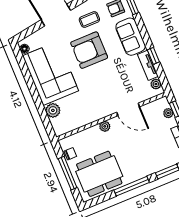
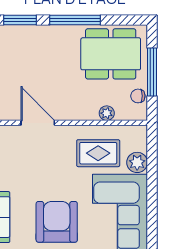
armchair: (89, 50) -> (57, 222), turned -90
rug: (81, 106) -> (98, 153), added
plant: (105, 126) -> (107, 113), moved

